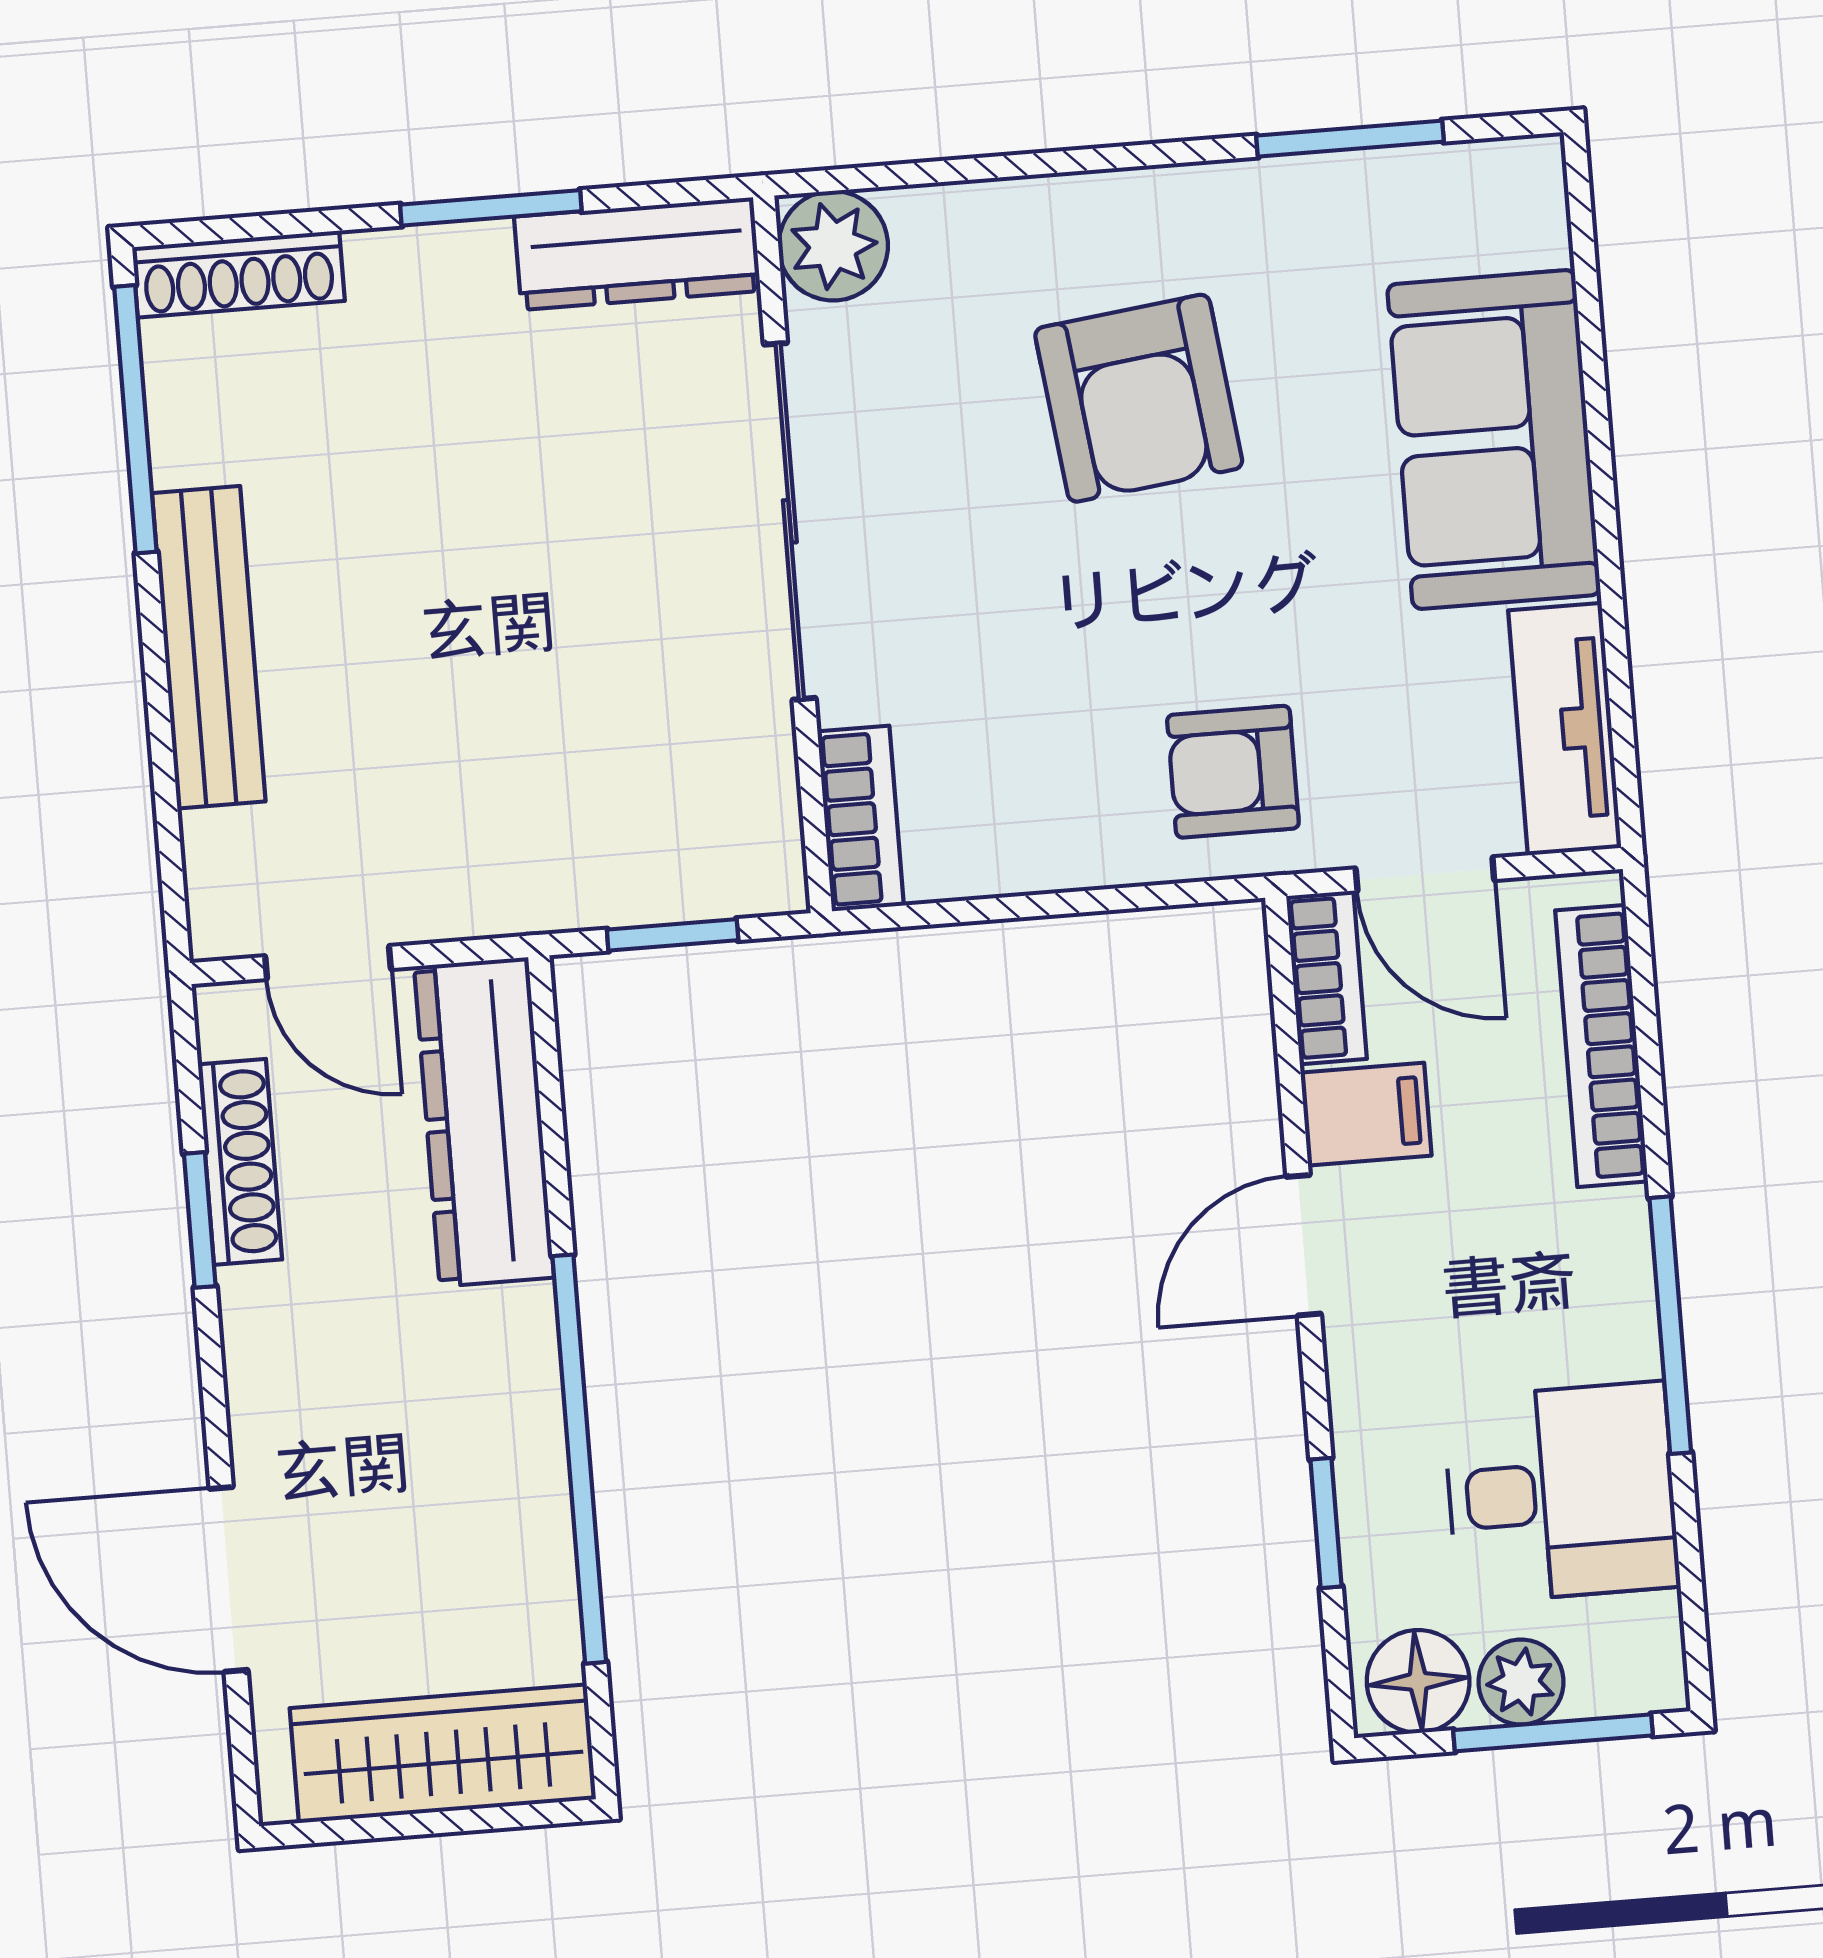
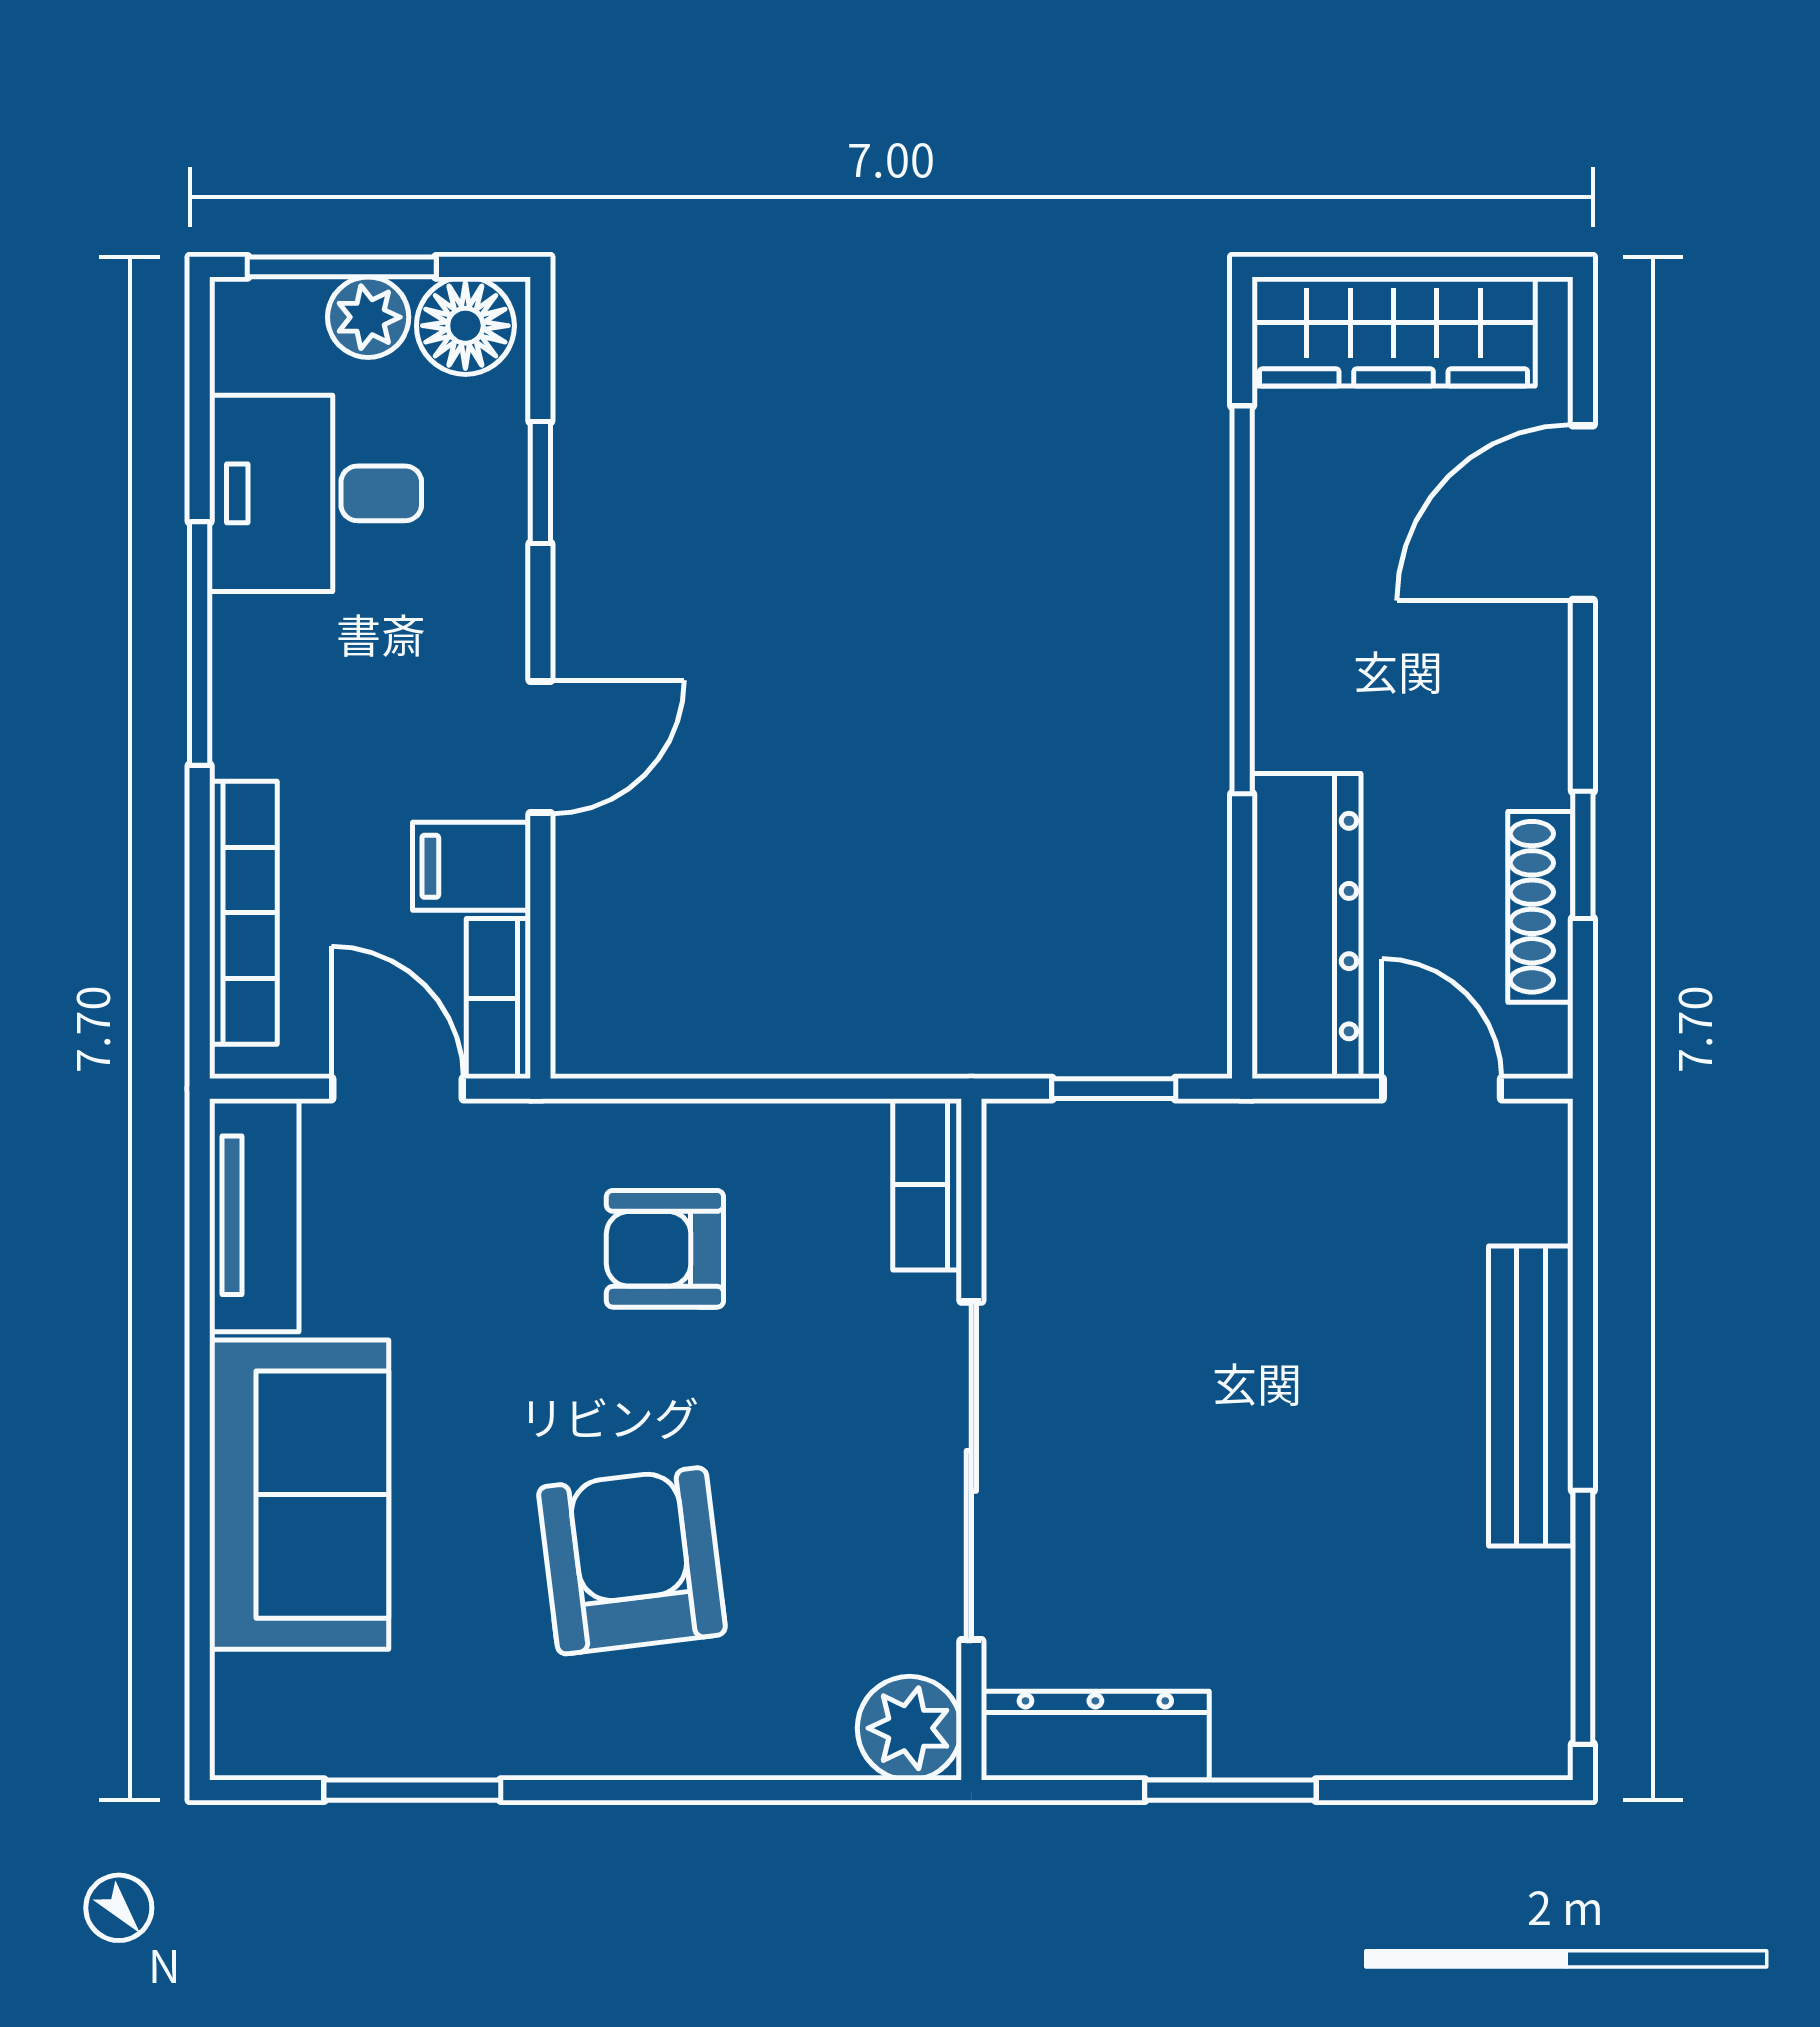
shoe rack: (238, 274) -> (1474, 1747), removed
armchair: (1233, 772) -> (665, 1249), moved, turned 180
door: (229, 1579) -> (1583, 513), swing flipped

